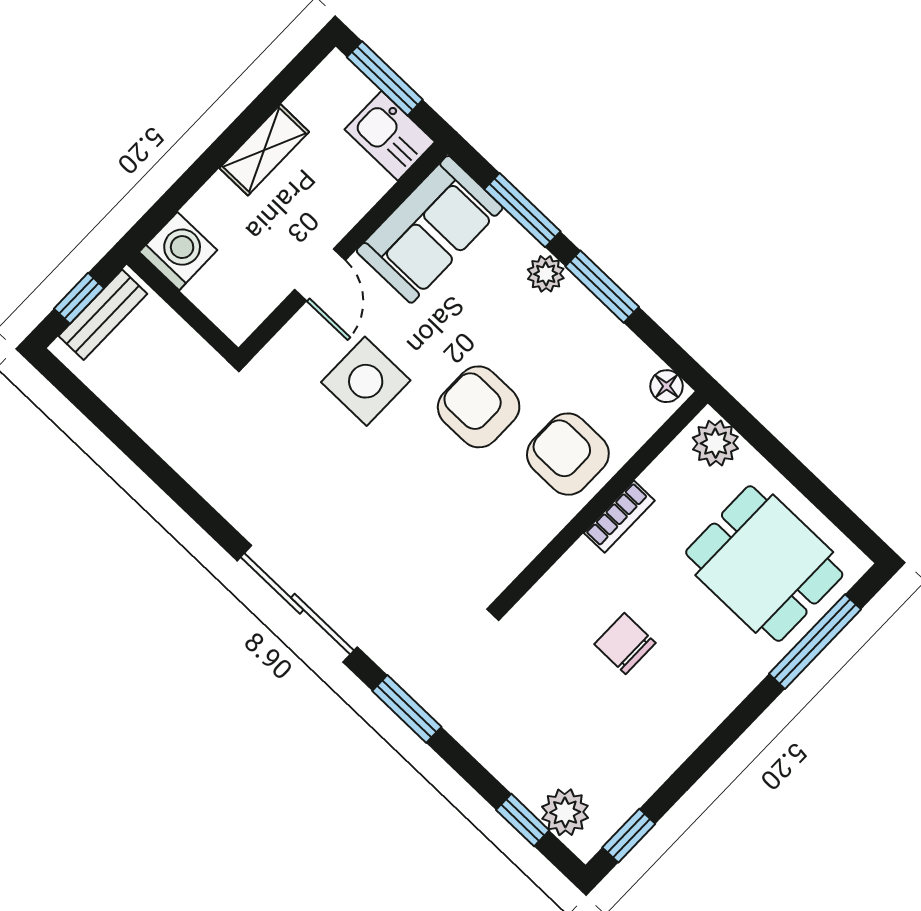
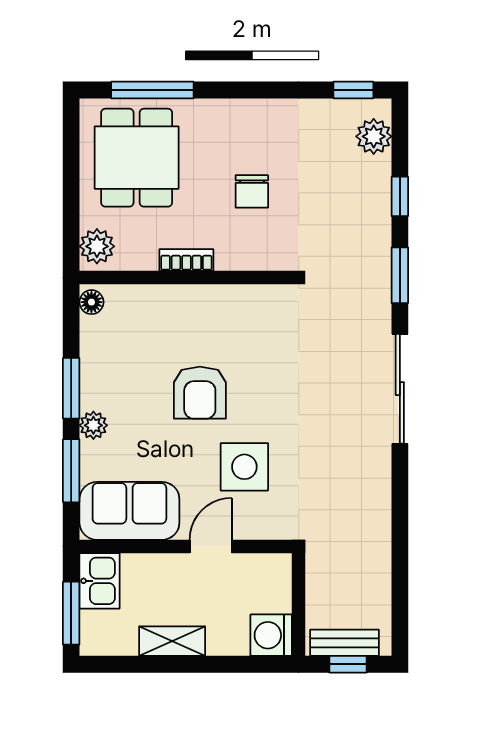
armchair: (568, 454) -> (179, 320), removed
window: (523, 820) -> (400, 196), moved

